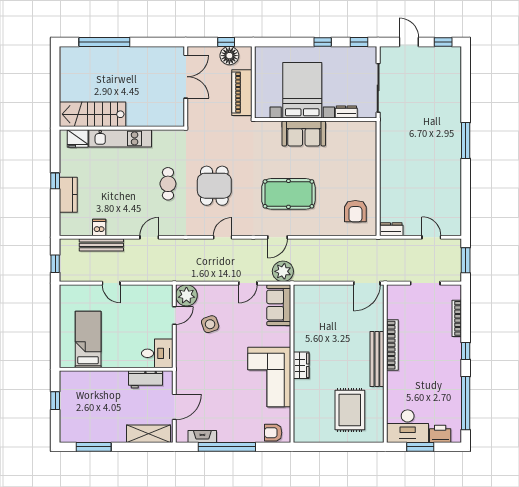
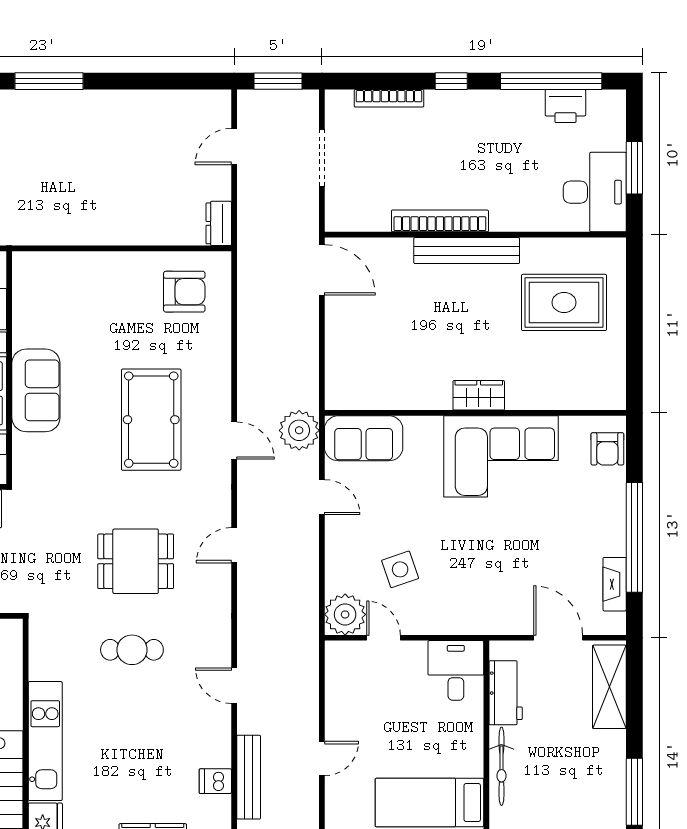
door: (223, 237) -> (234, 545), hinge flipped
bicycle: (107, 377) -> (501, 766), added
printer: (440, 434) -> (565, 106), moved, turned -90

